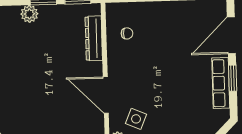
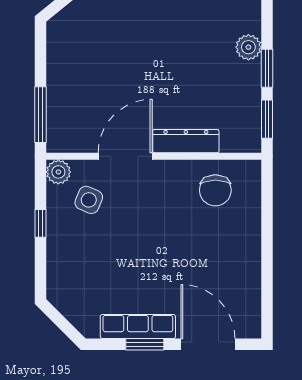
chair: (127, 33) -> (215, 190), width x1.87, depth x1.87
dresser: (94, 38) -> (186, 141), moved

